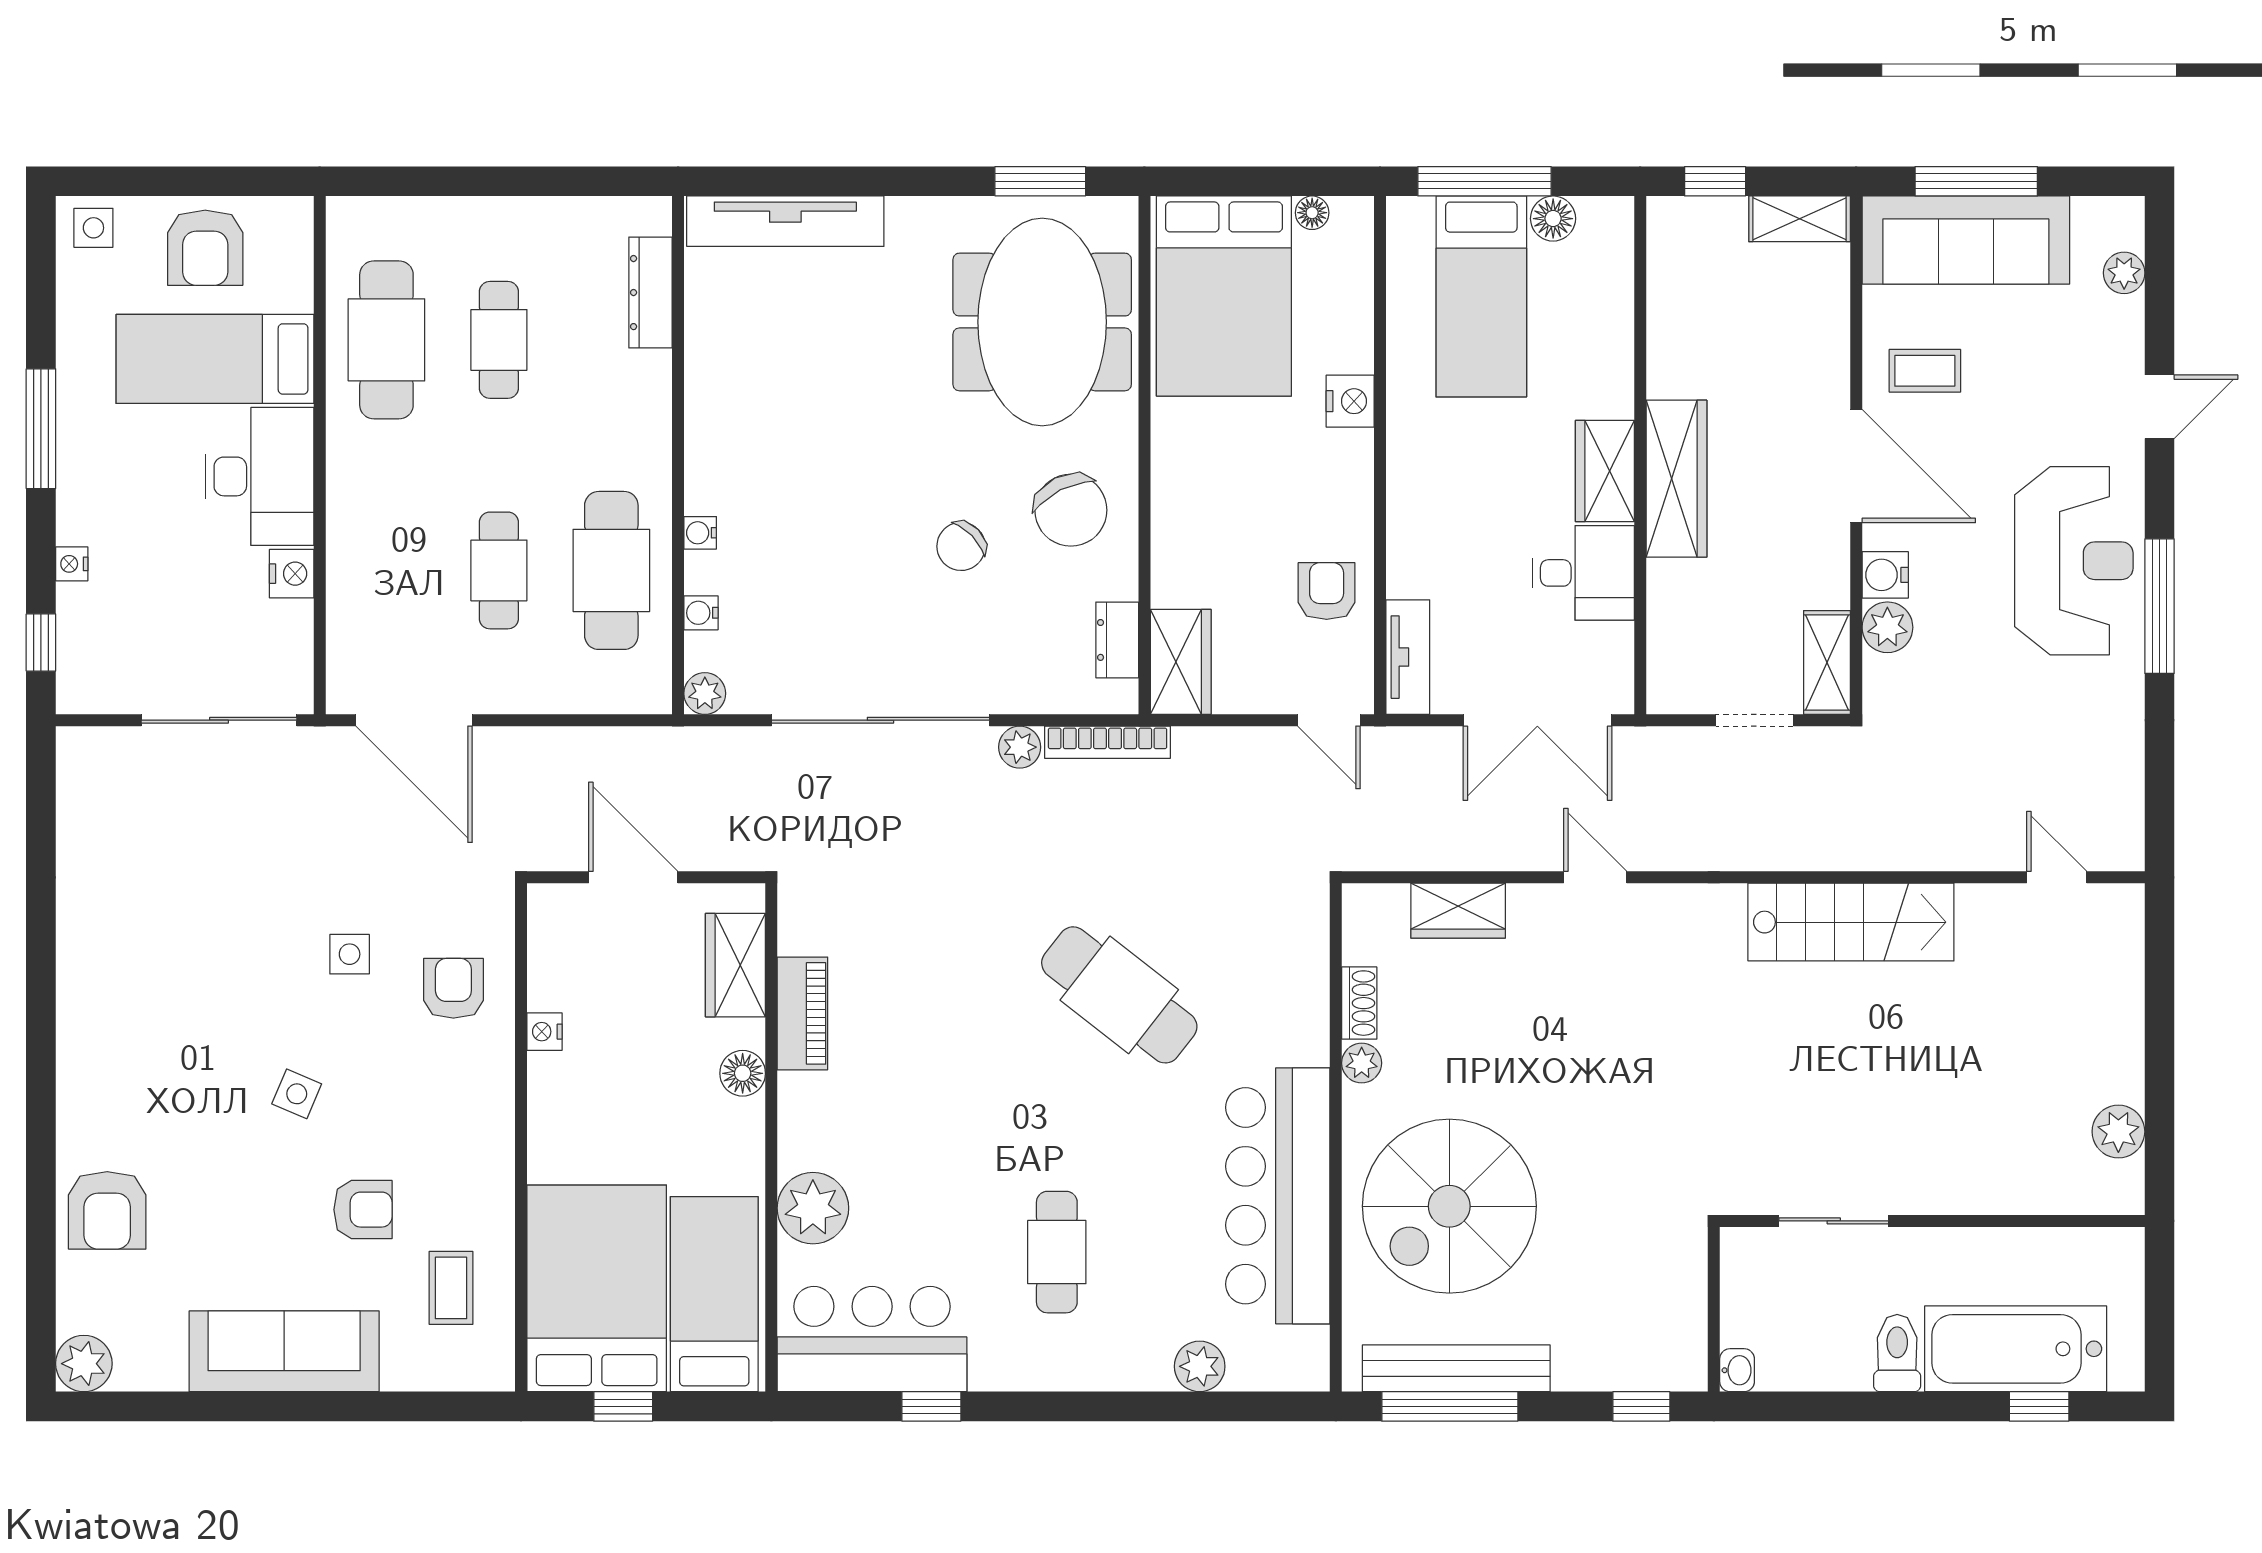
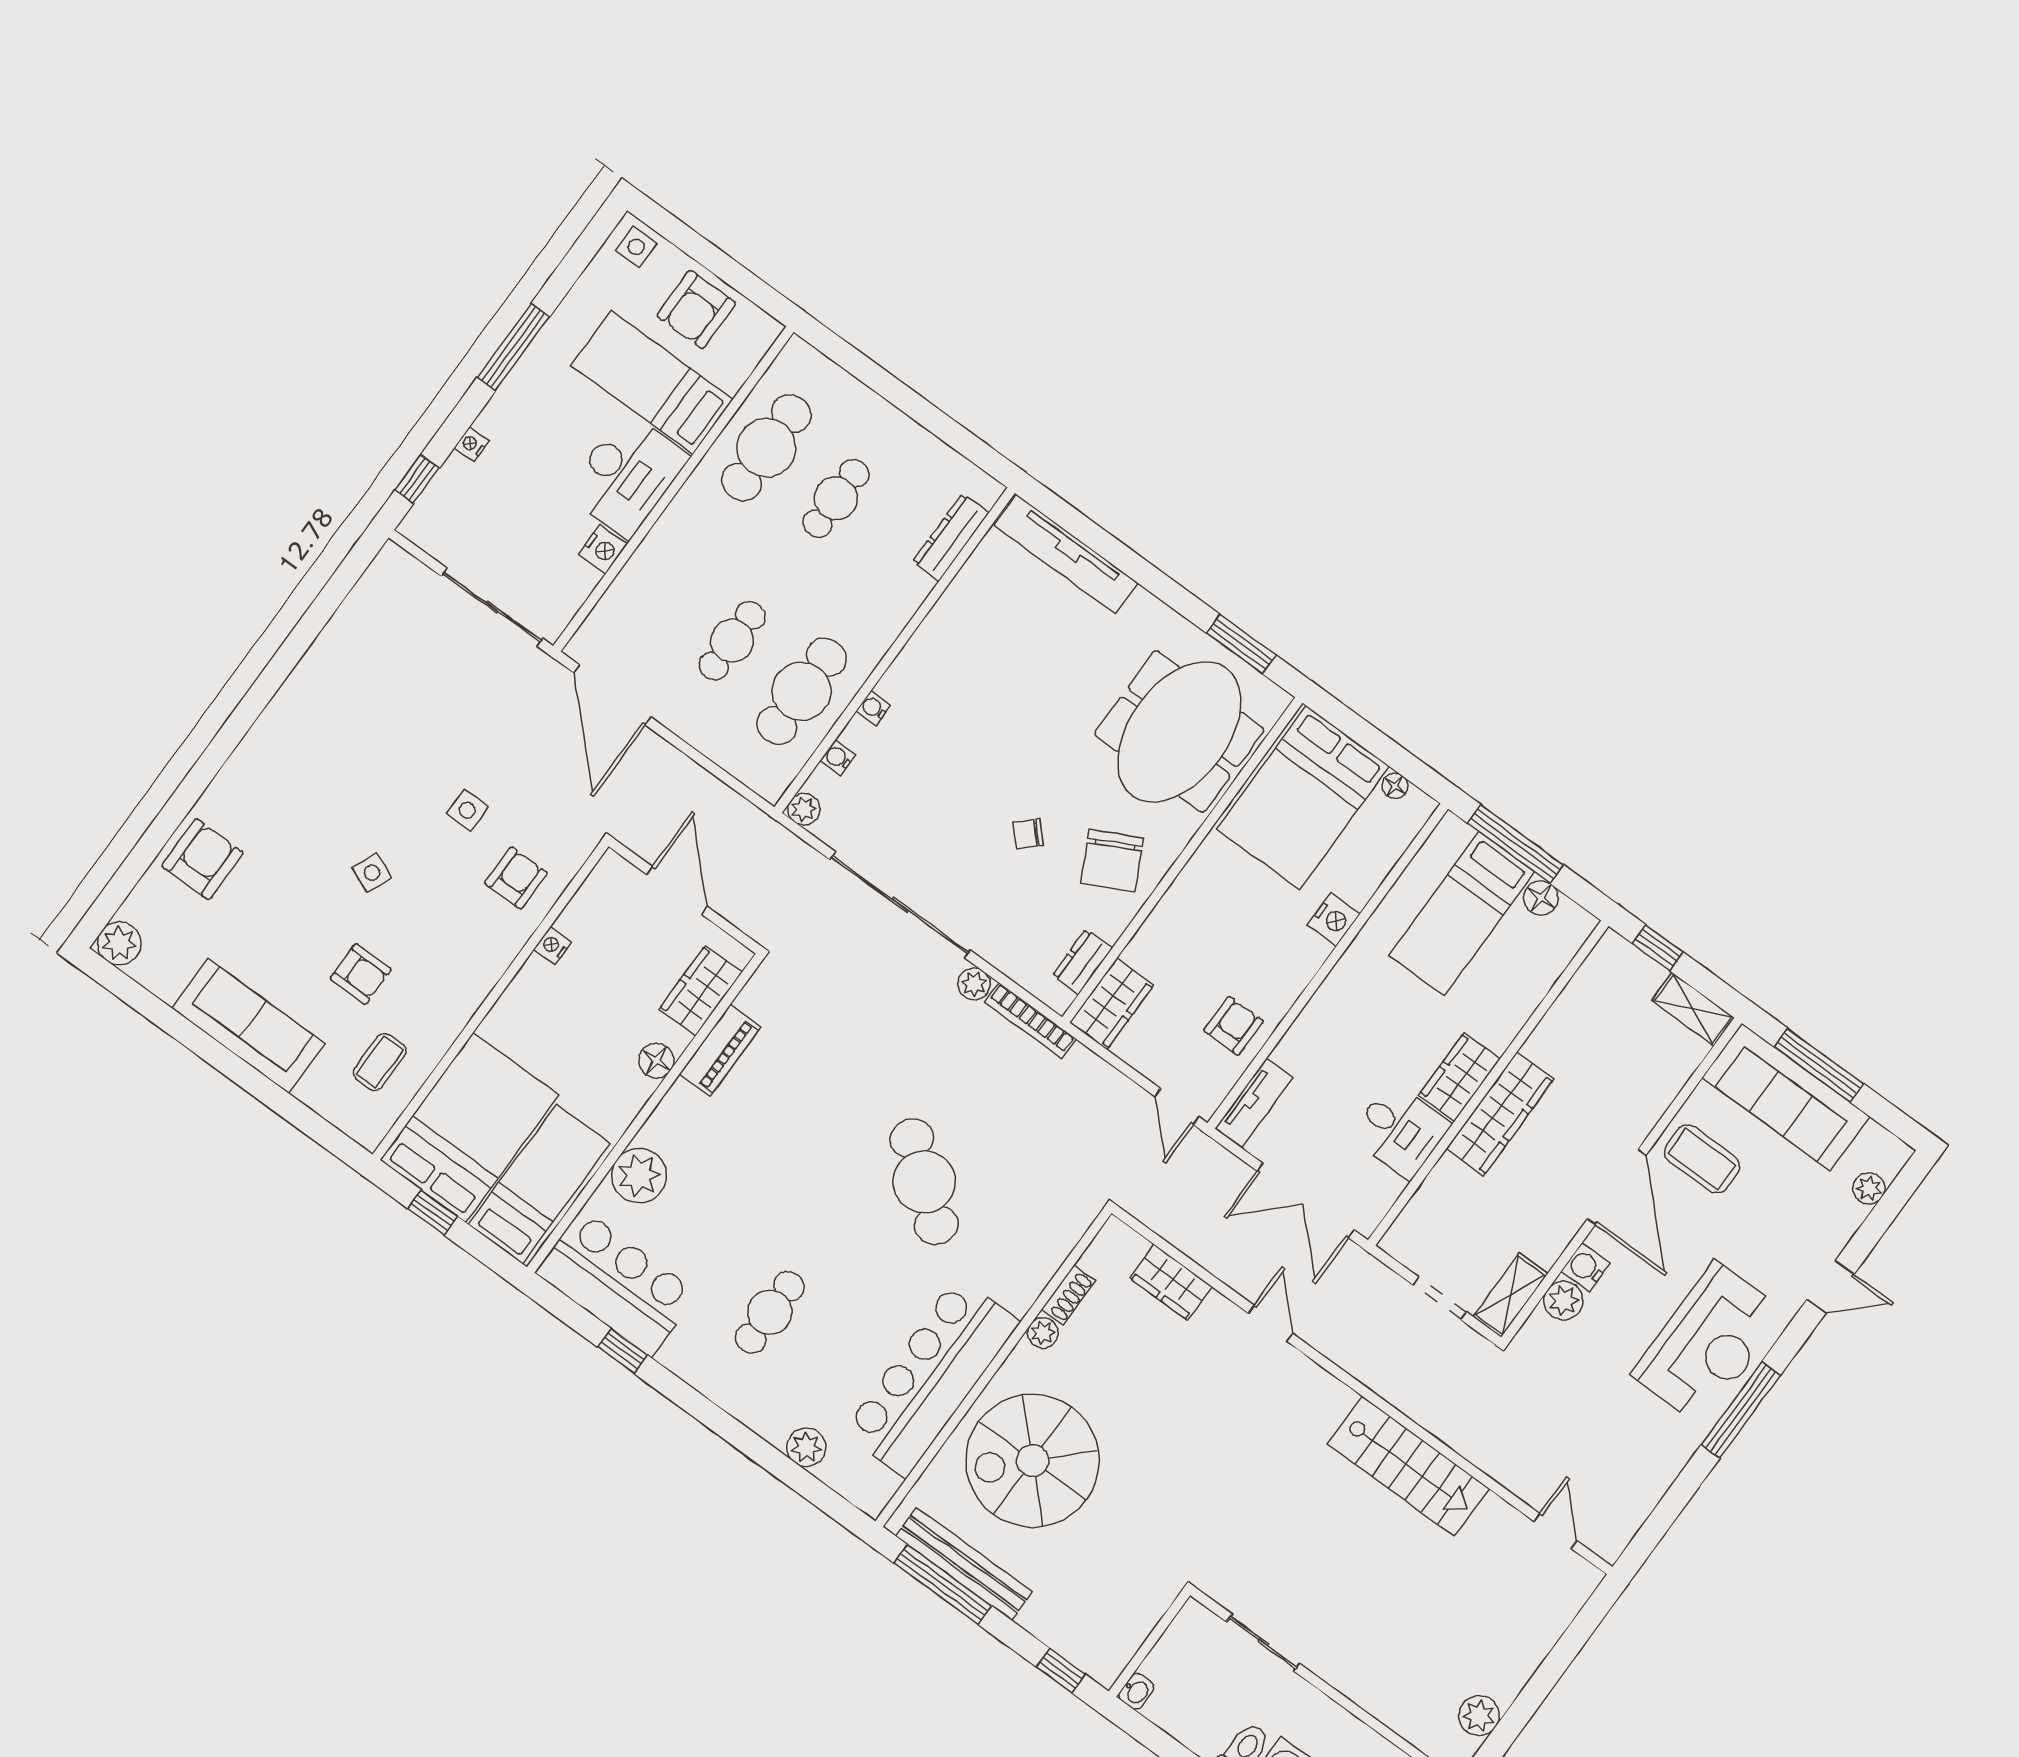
coffee table: (1925, 371) -> (1702, 1159), width x1.36, depth x1.30
chair: (961, 546) -> (1028, 834), width x0.73, depth x0.73
armchair: (107, 1210) -> (202, 859), turned 180

